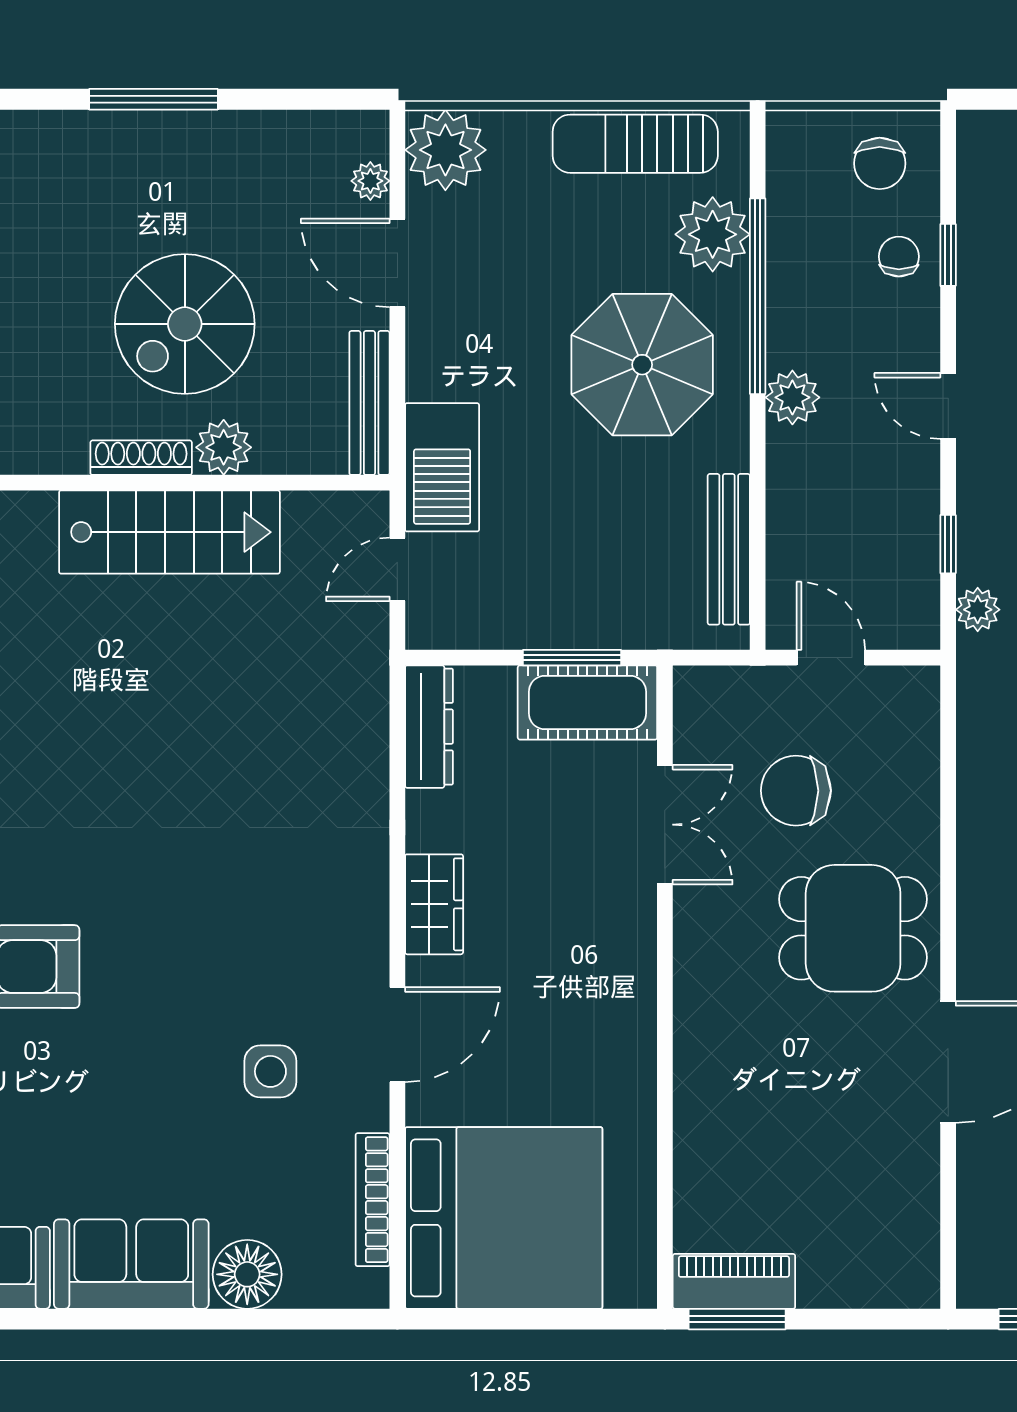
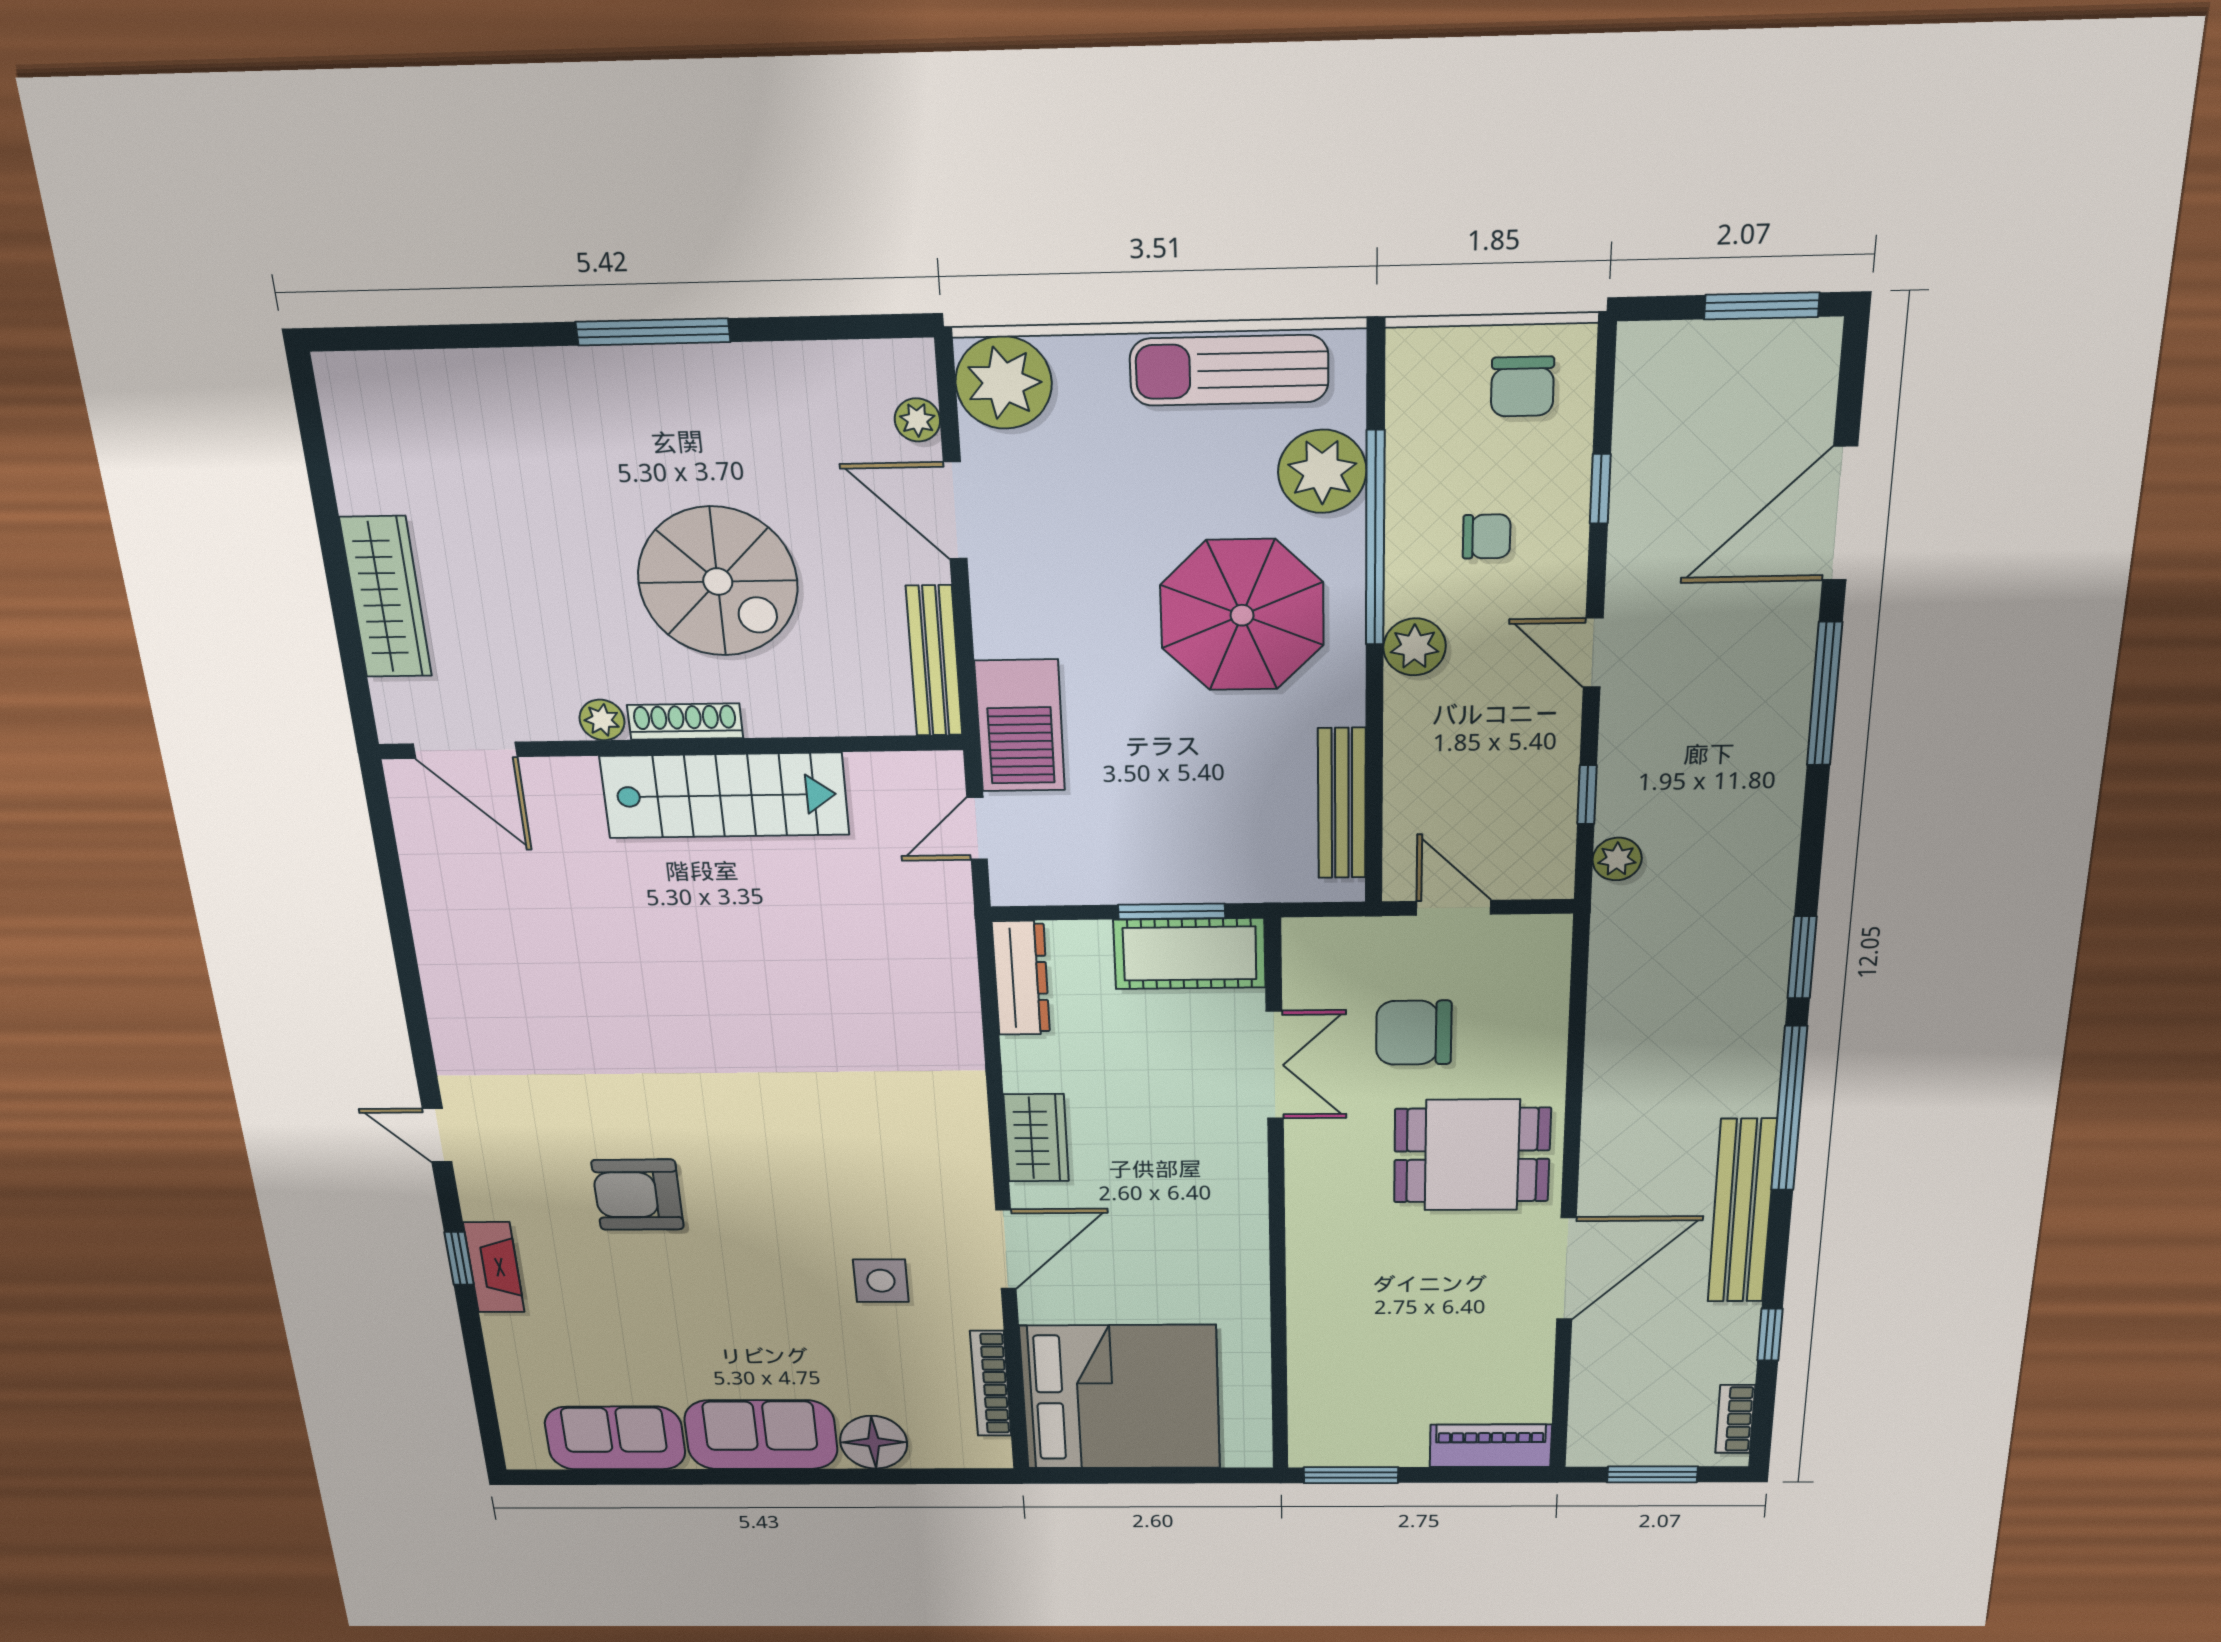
chair: (899, 257) -> (1487, 536), moved, turned 90
spiral stairs: (185, 324) -> (718, 581), turned -90
plant: (224, 447) -> (602, 720), moved, width x0.73, depth x0.73
piano: (734, 1281) -> (1491, 1446), moved

